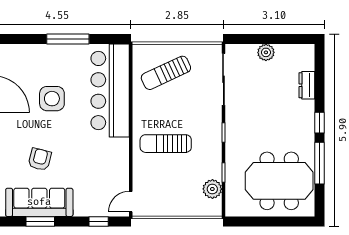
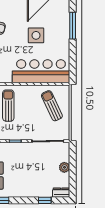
window: (68, 39) -> (73, 26), moved
dresser: (307, 85) -> (61, 193), moved
window: (320, 123) -> (45, 200), moved

